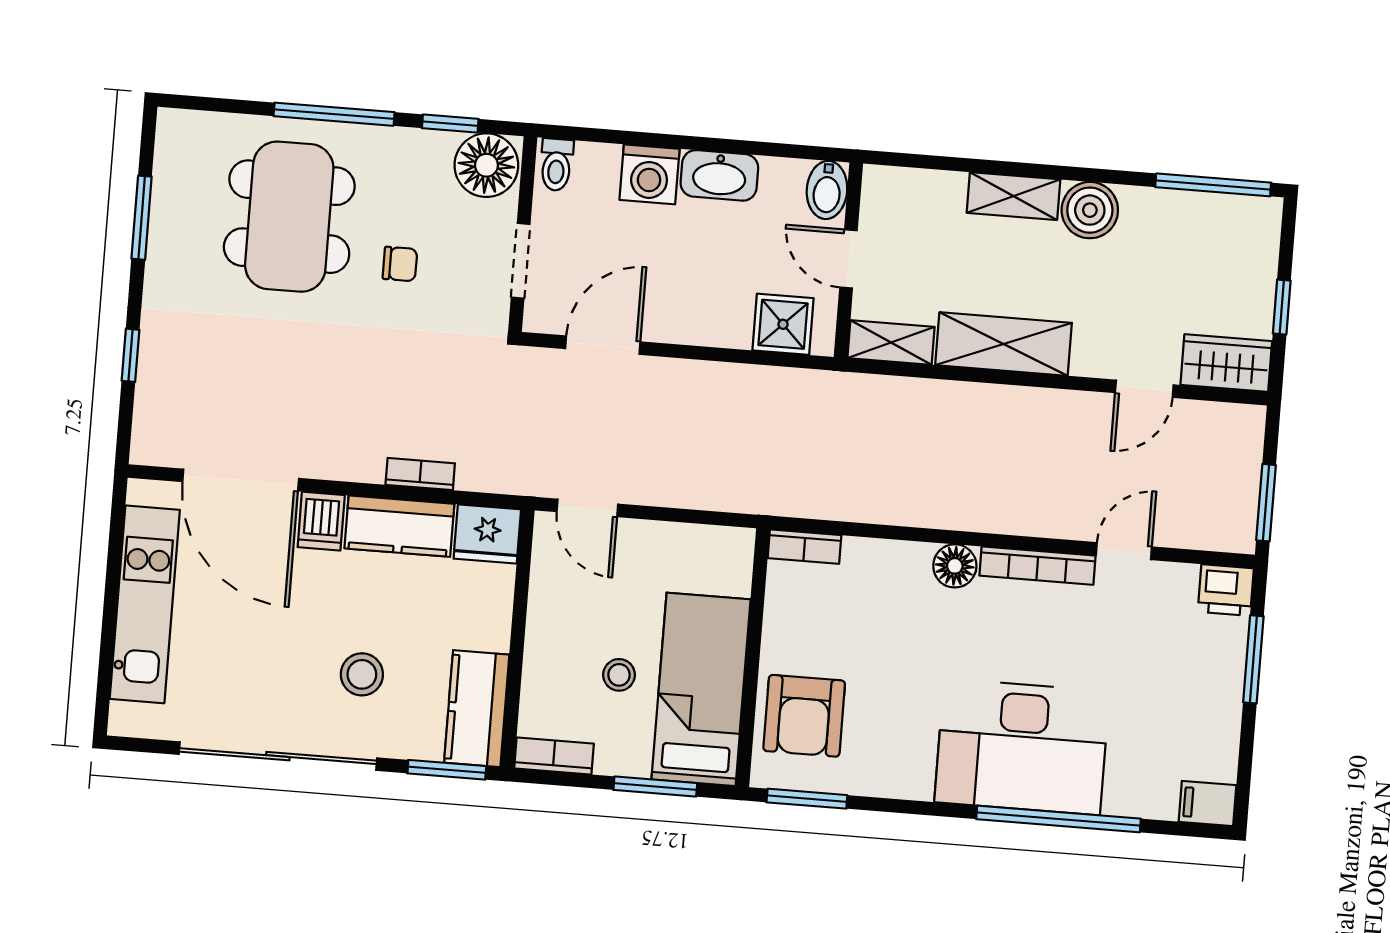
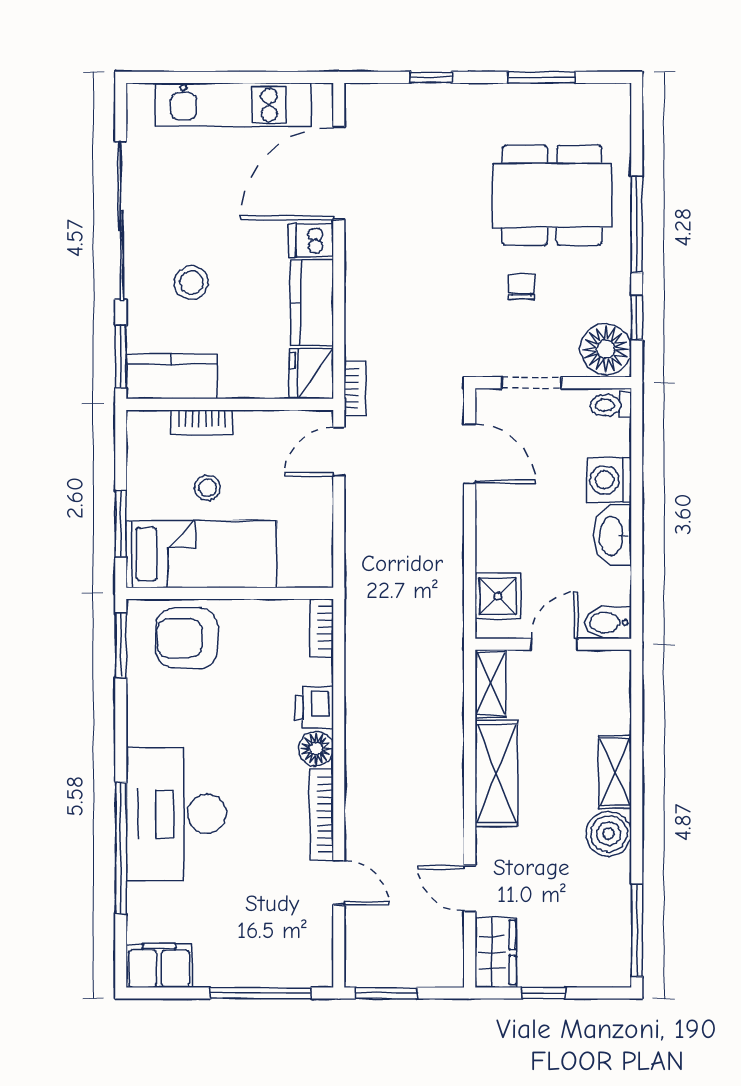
chair: (400, 264) -> (521, 286), turned 180
bookcase: (420, 474) -> (355, 389), moved
printer: (1226, 590) -> (314, 707), moved
window: (1253, 659) -> (261, 993), width x1.44
bookcase: (554, 756) -> (202, 422), moved, turned 90
filing cabinet: (1207, 804) -> (159, 966), width x2.00

